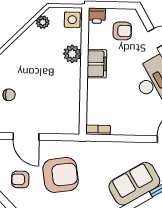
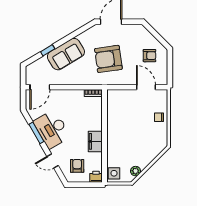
armchair: (122, 31) -> (77, 166), turned 90
plant: (72, 54) -> (113, 148), removed
armchair: (61, 175) -> (108, 59), moved

